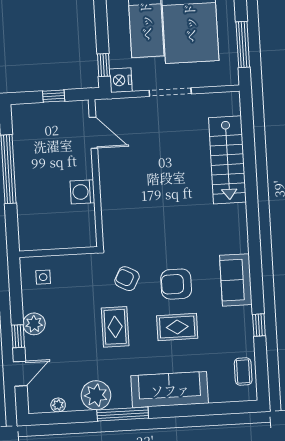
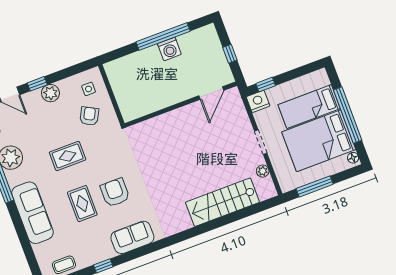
doorway: (170, 92) -> (261, 142), width x0.73
plant: (205, 101) -> (263, 171), added
washing machine: (82, 192) -> (169, 49), moved, turned 180
armchair: (127, 279) -> (89, 116), moved

